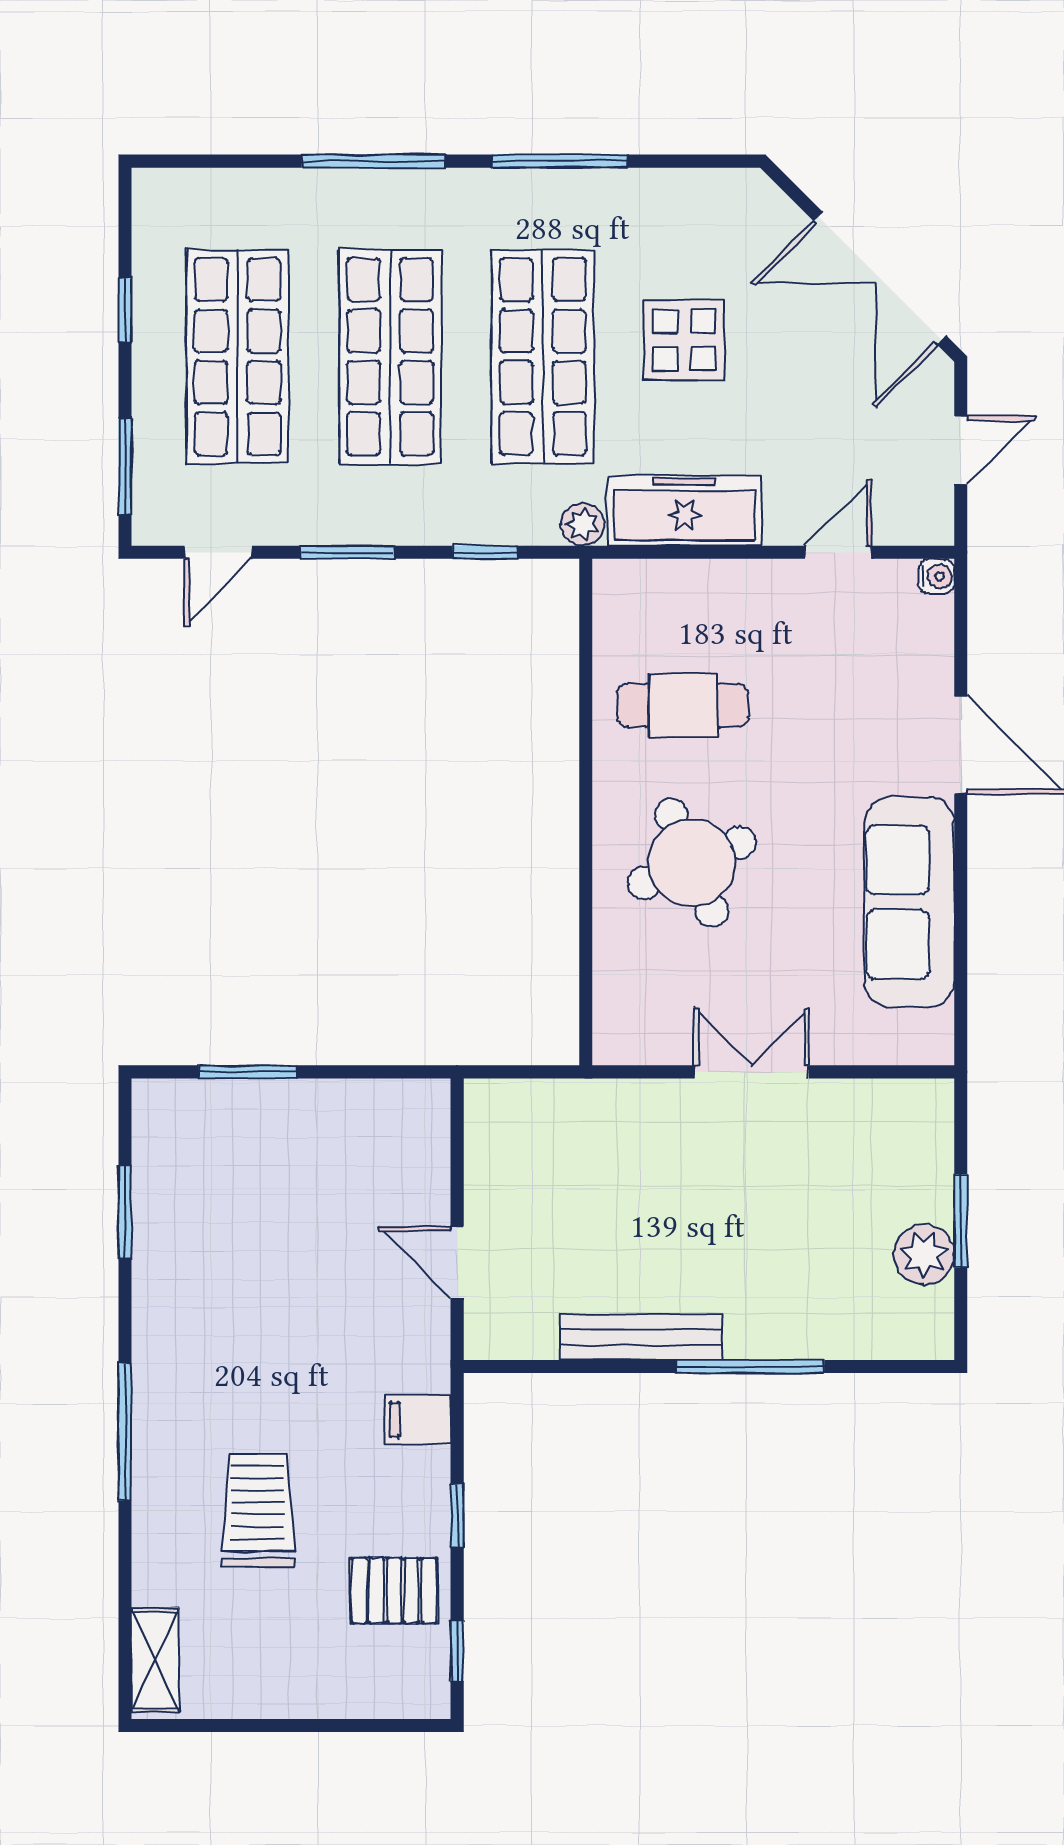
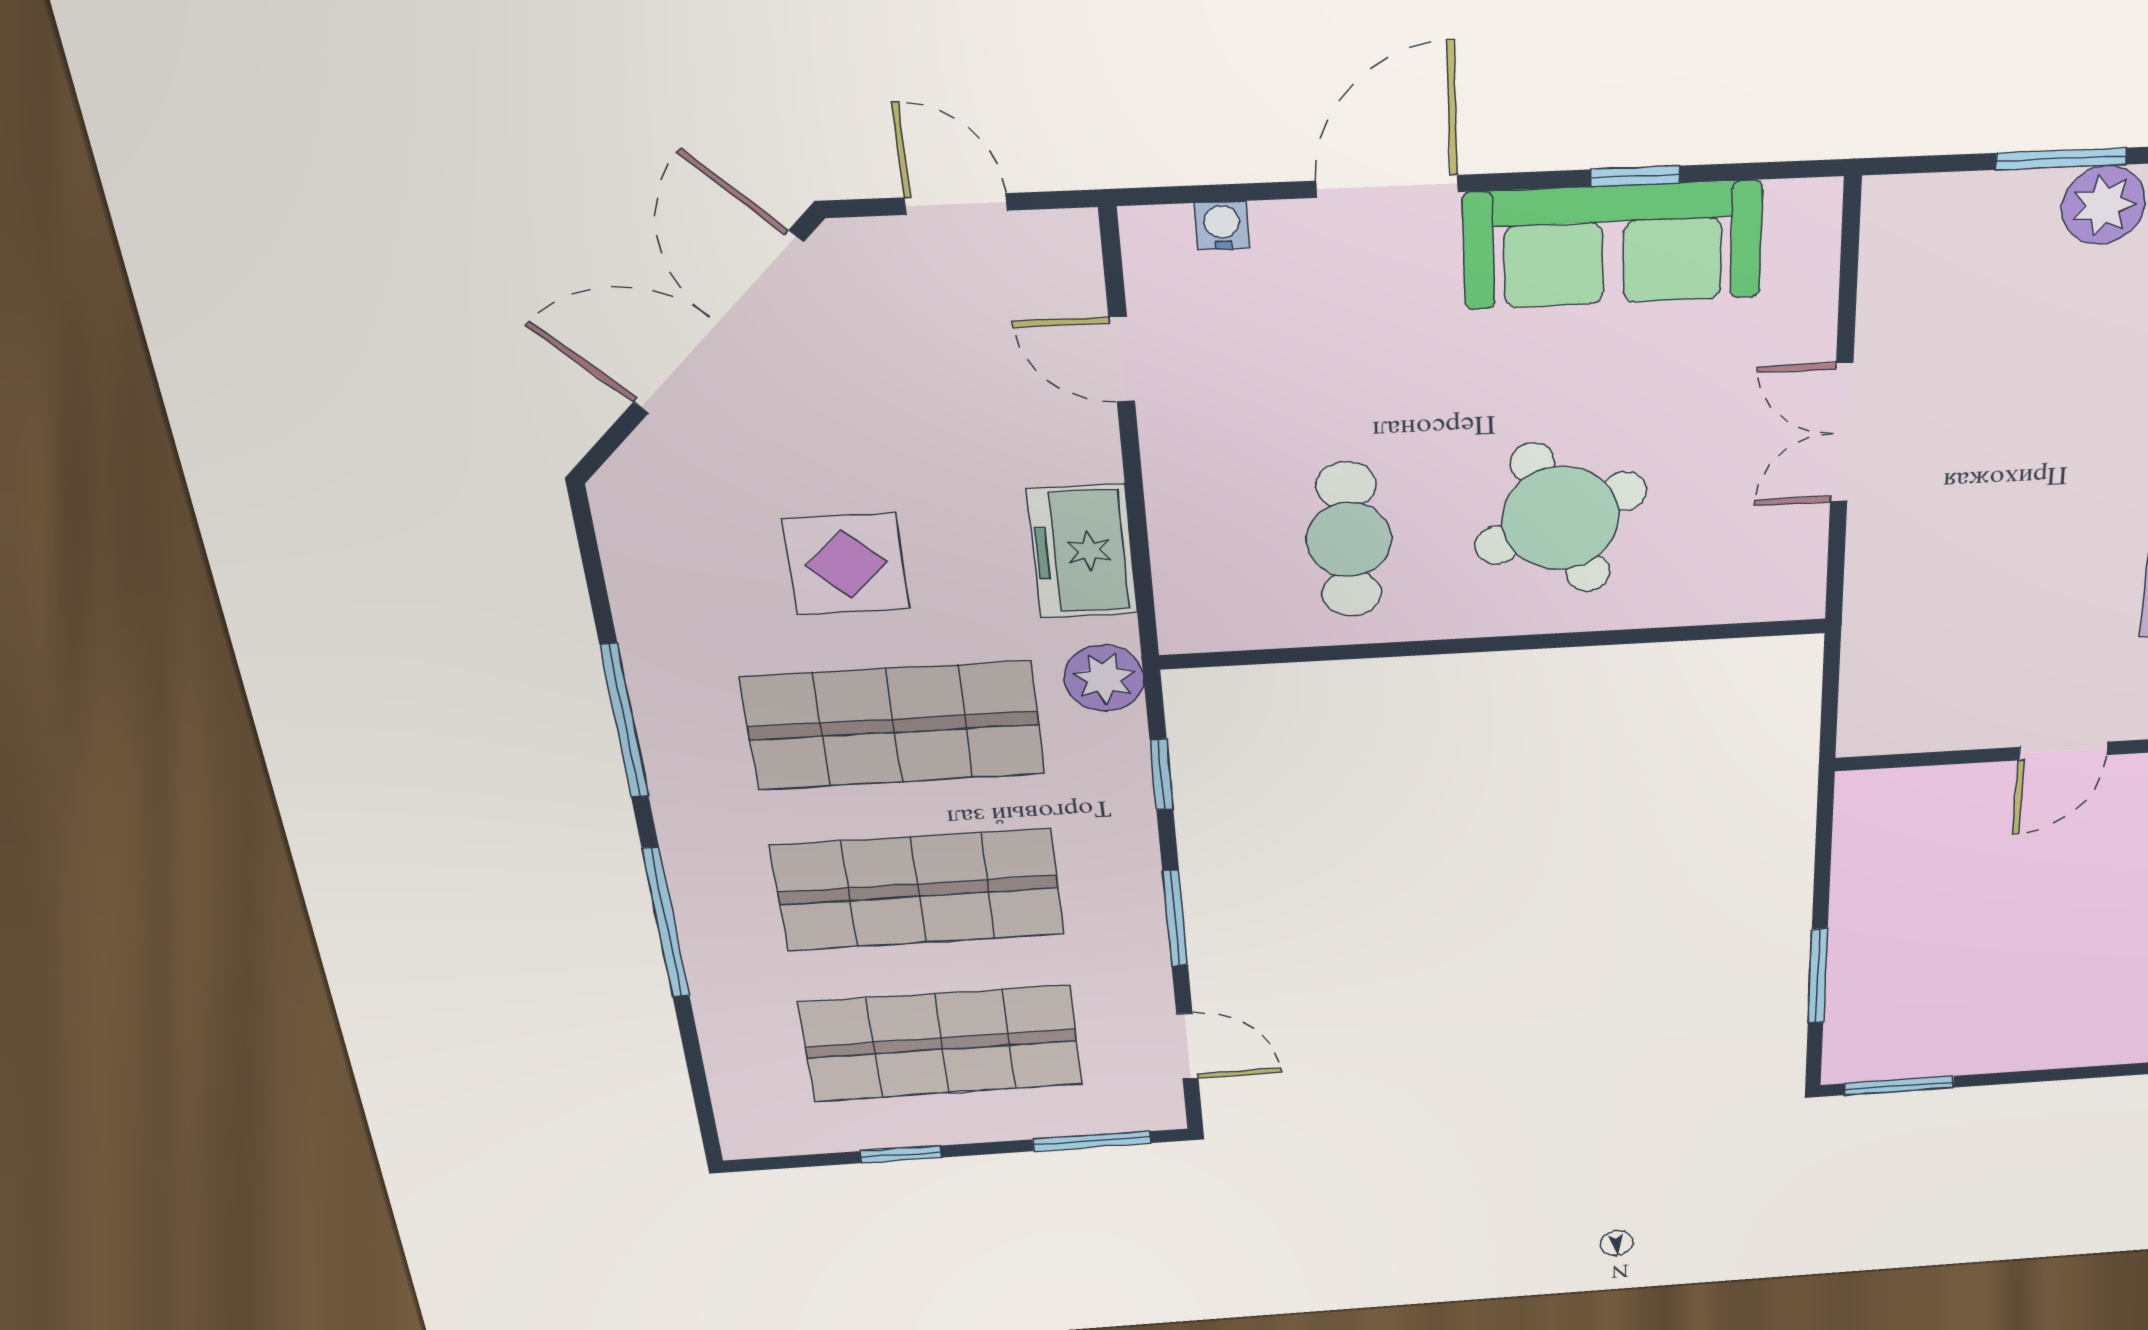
double door: (880, 278) -> (718, 323), swing flipped
freezer: (685, 510) -> (1082, 551), width x0.71
plant: (583, 524) -> (1104, 678), width x1.38, depth x1.38
water cooler: (937, 576) -> (1222, 226), moved
window: (961, 918) -> (1635, 176), added
window: (125, 1212) -> (1899, 1085), moved

